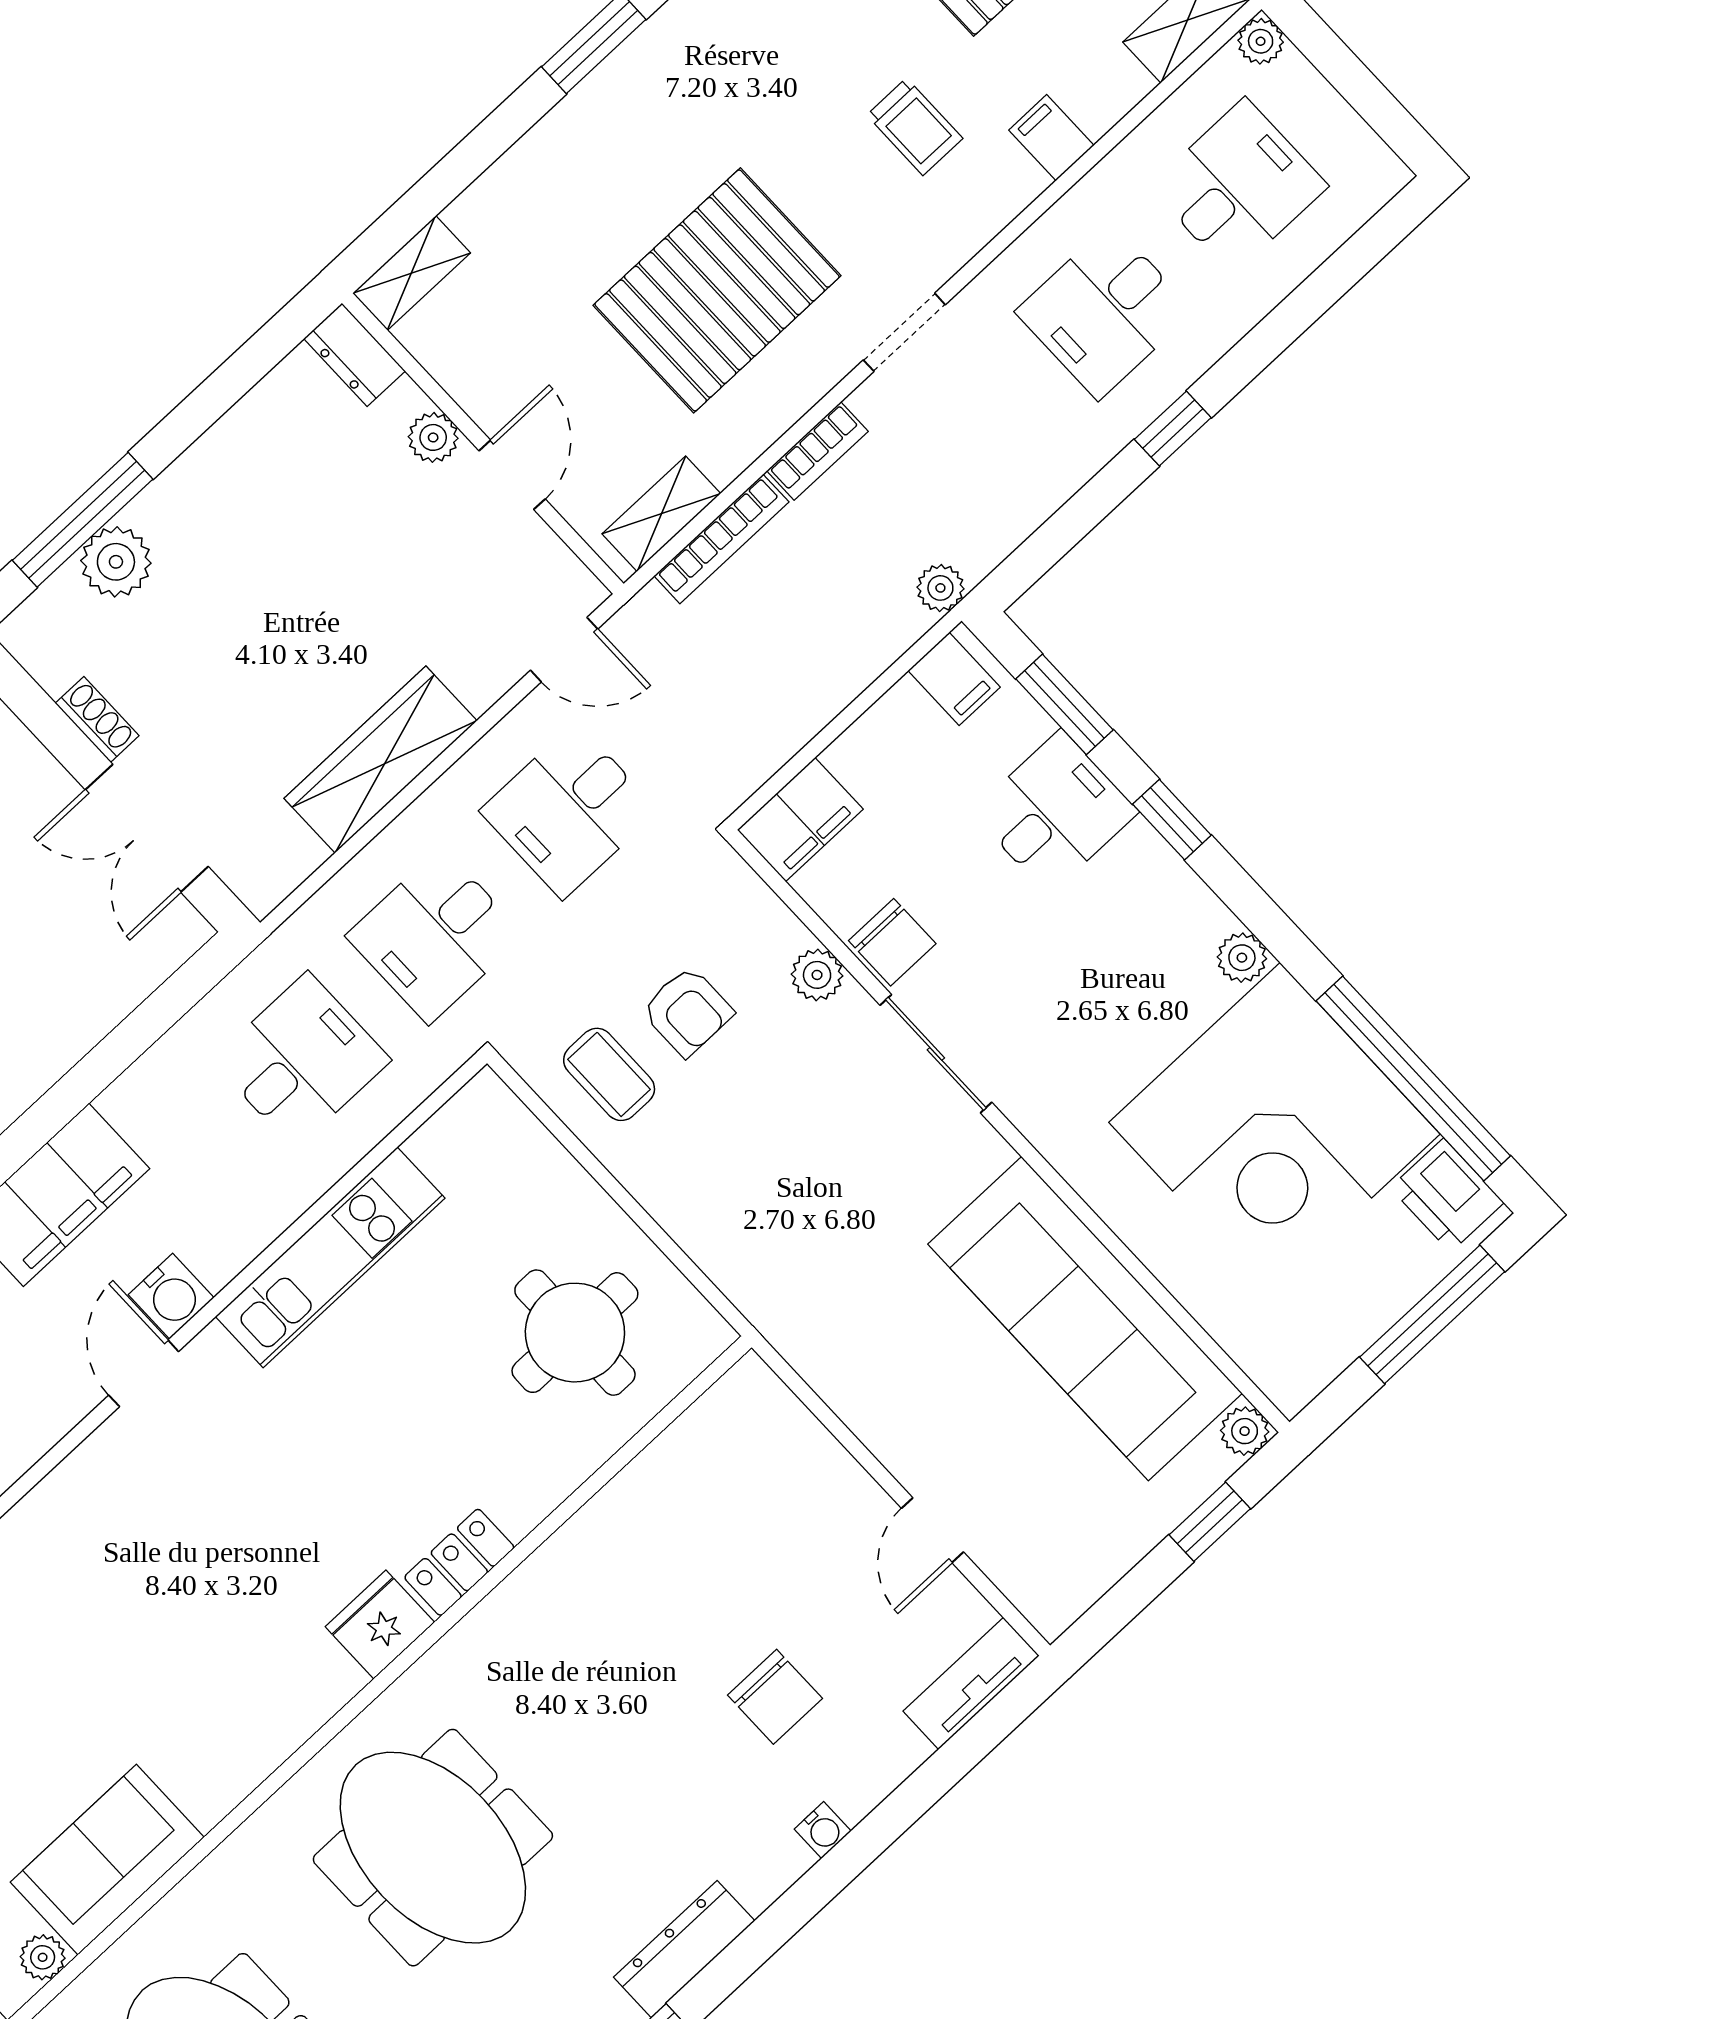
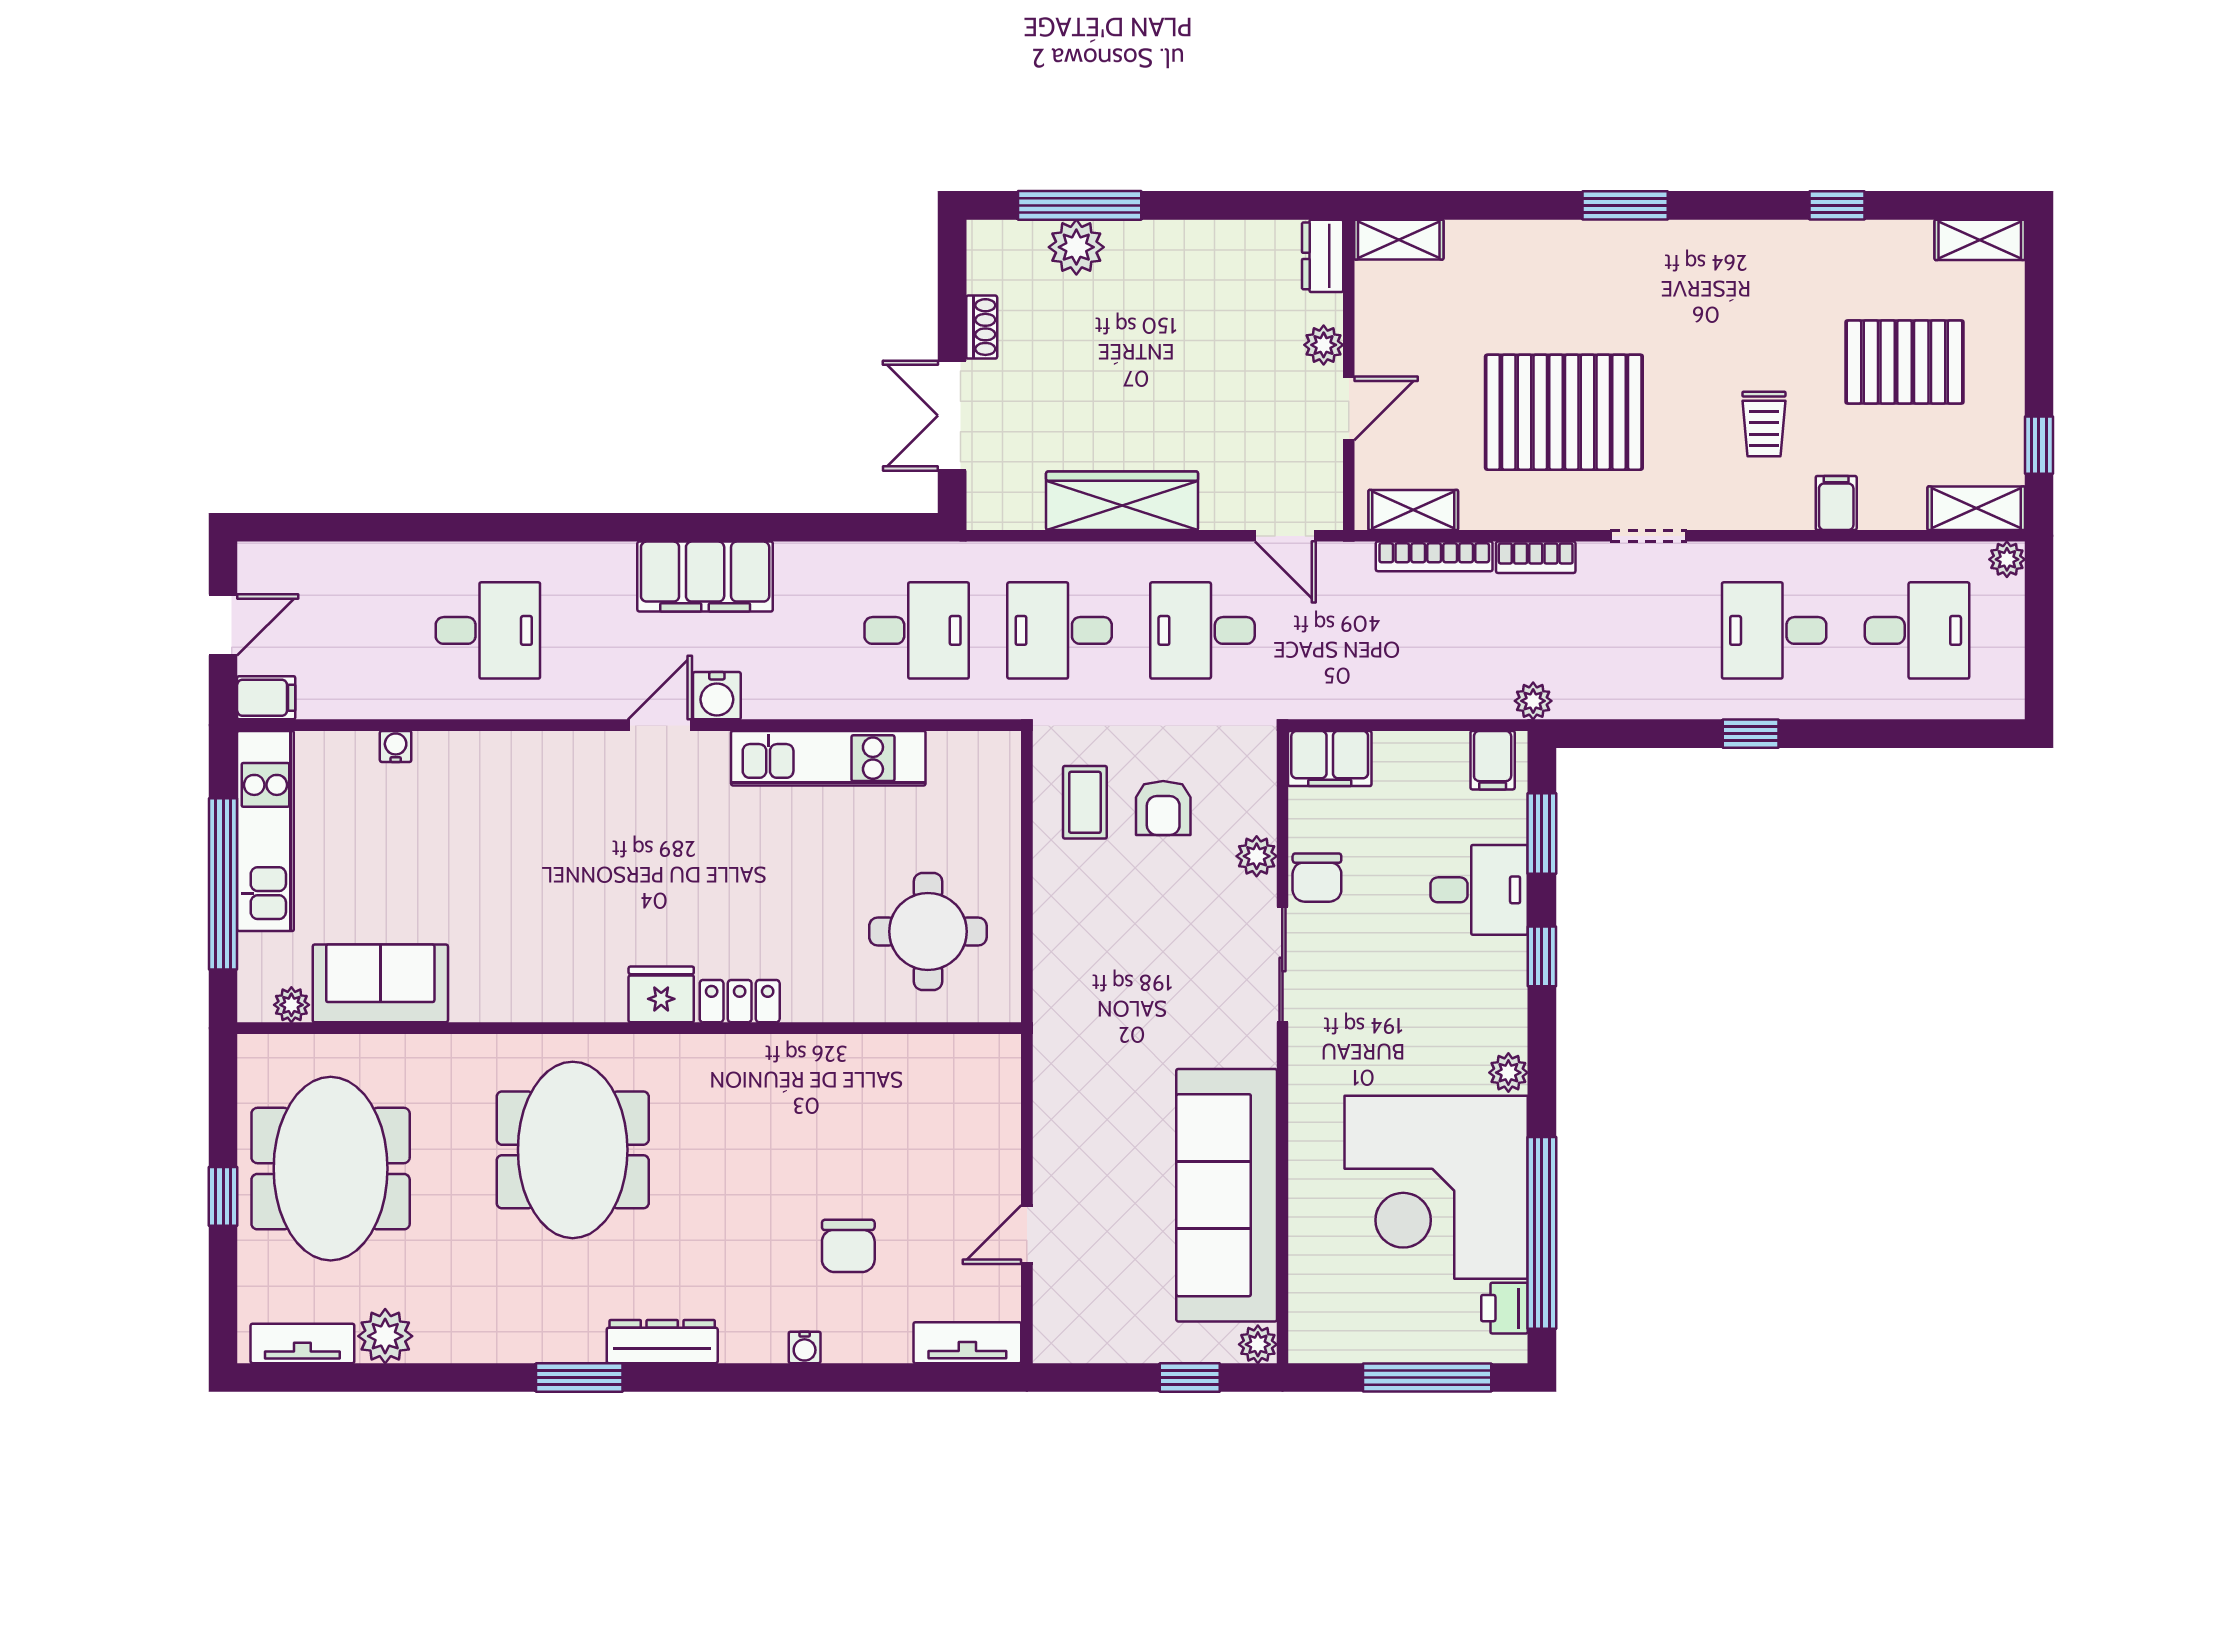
printer: (1447, 1195) -> (1505, 1308), width x0.73, depth x0.81

